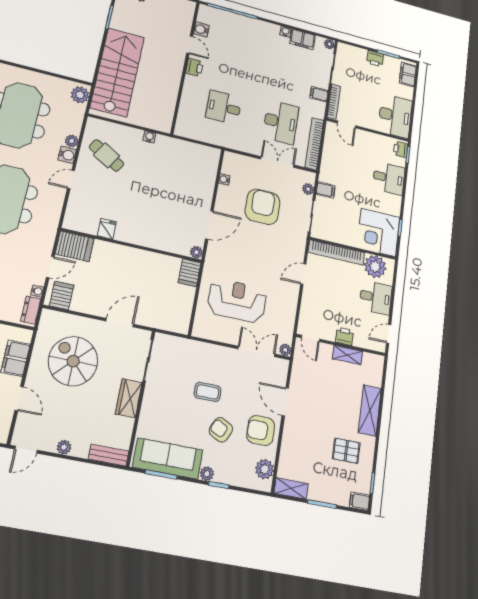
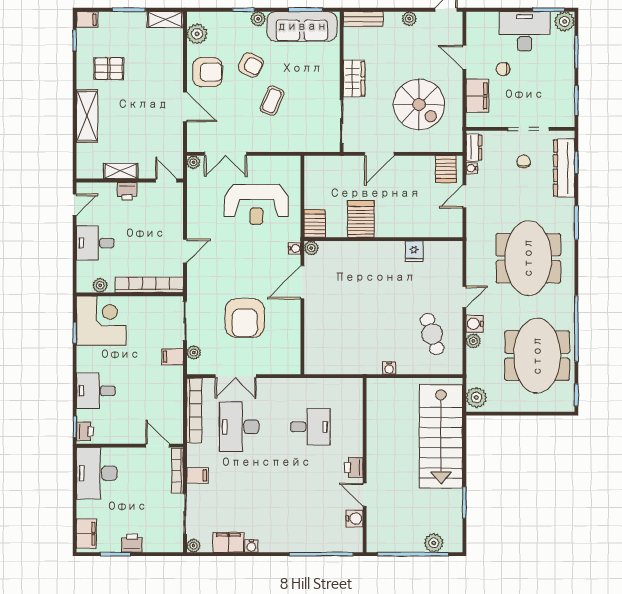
cafe table: (106, 155) -> (432, 334), turned 42
water cooler: (224, 179) -> (295, 248), moved
server rack: (75, 246) -> (361, 219), moved, turned 90
plant: (375, 267) -> (100, 285), width x0.53, depth x0.53
coffee table: (208, 392) -> (272, 101), turned -67

